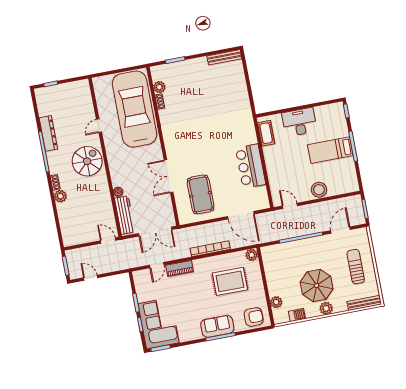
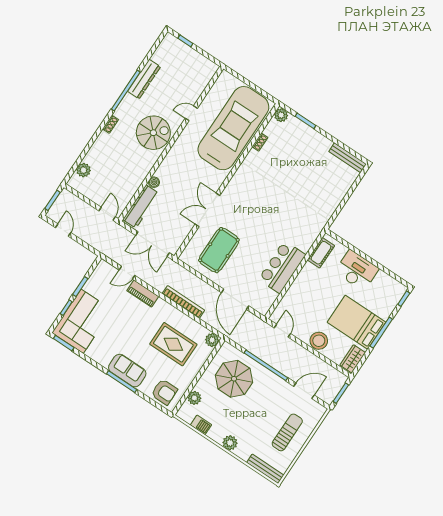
plant: (159, 87) -> (281, 115), moved
bed: (330, 150) -> (357, 322), width x1.50
wardrobe: (351, 180) -> (353, 359), added
plant: (60, 196) -> (84, 170), moved
parasol: (317, 285) -> (234, 379), moved

